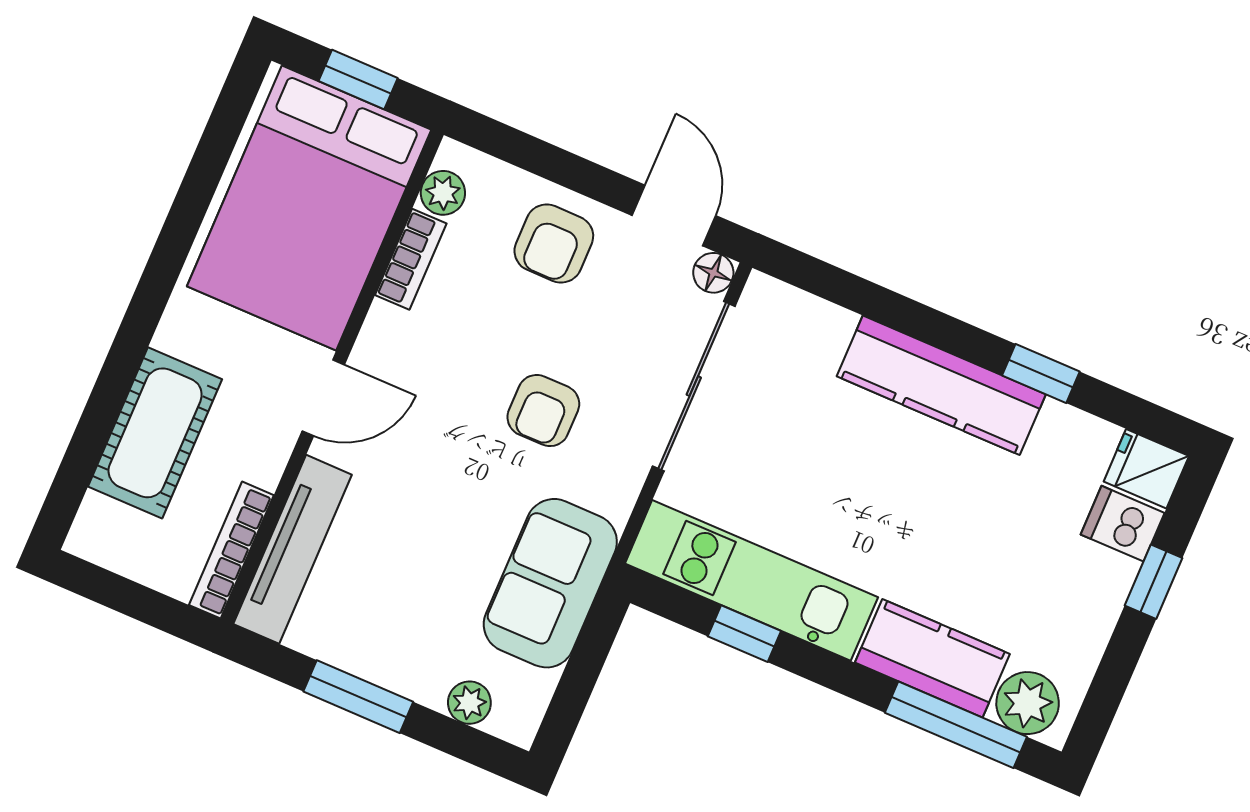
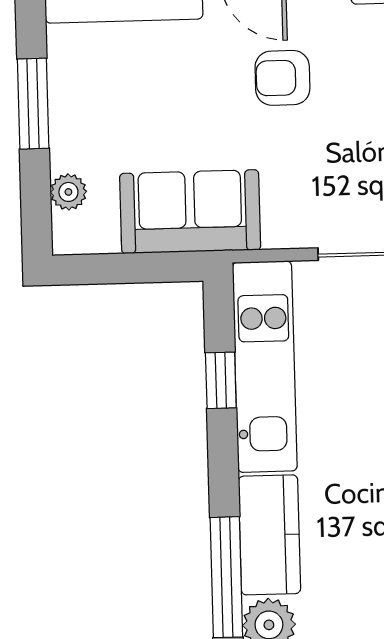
armchair: (543, 411) -> (282, 78), moved

